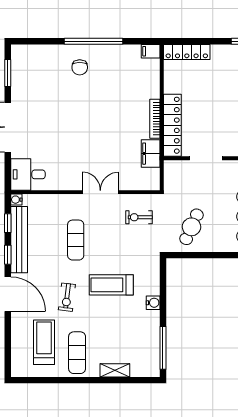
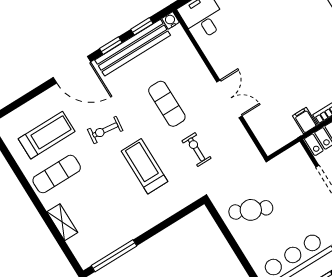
filing cabinet: (151, 154) -> (305, 120), width x0.50
exercise bike: (139, 217) -> (197, 150), moved
exercise mat: (76, 240) -> (167, 104), turned 90
door: (8, 294) -> (72, 70), hinge flipped
water cooler: (153, 303) -> (152, 218), removed

